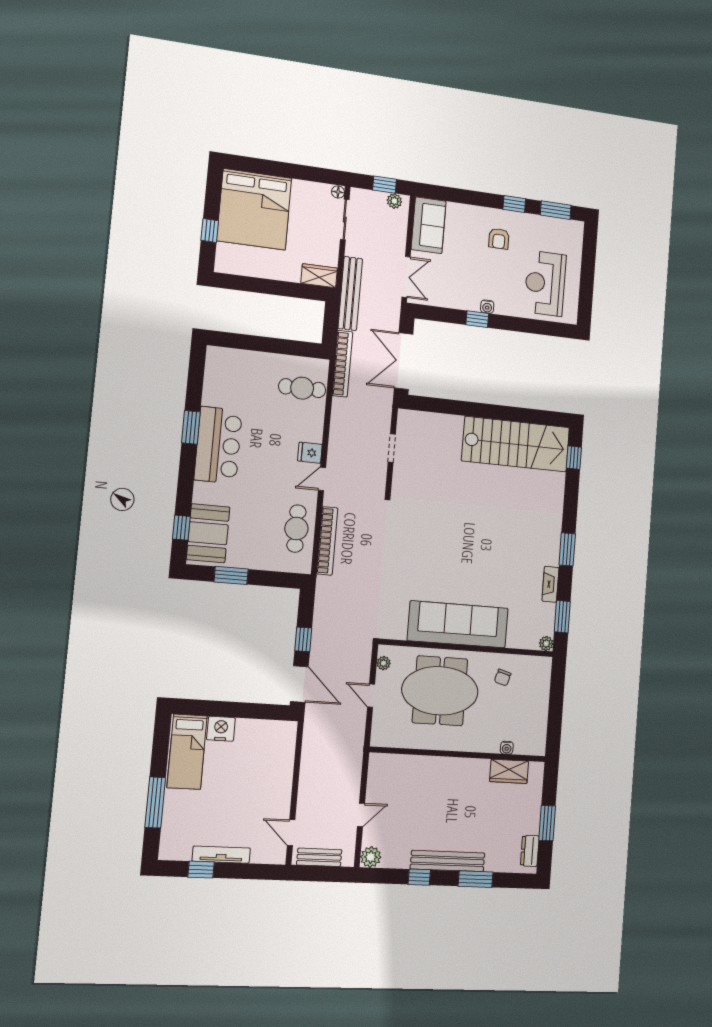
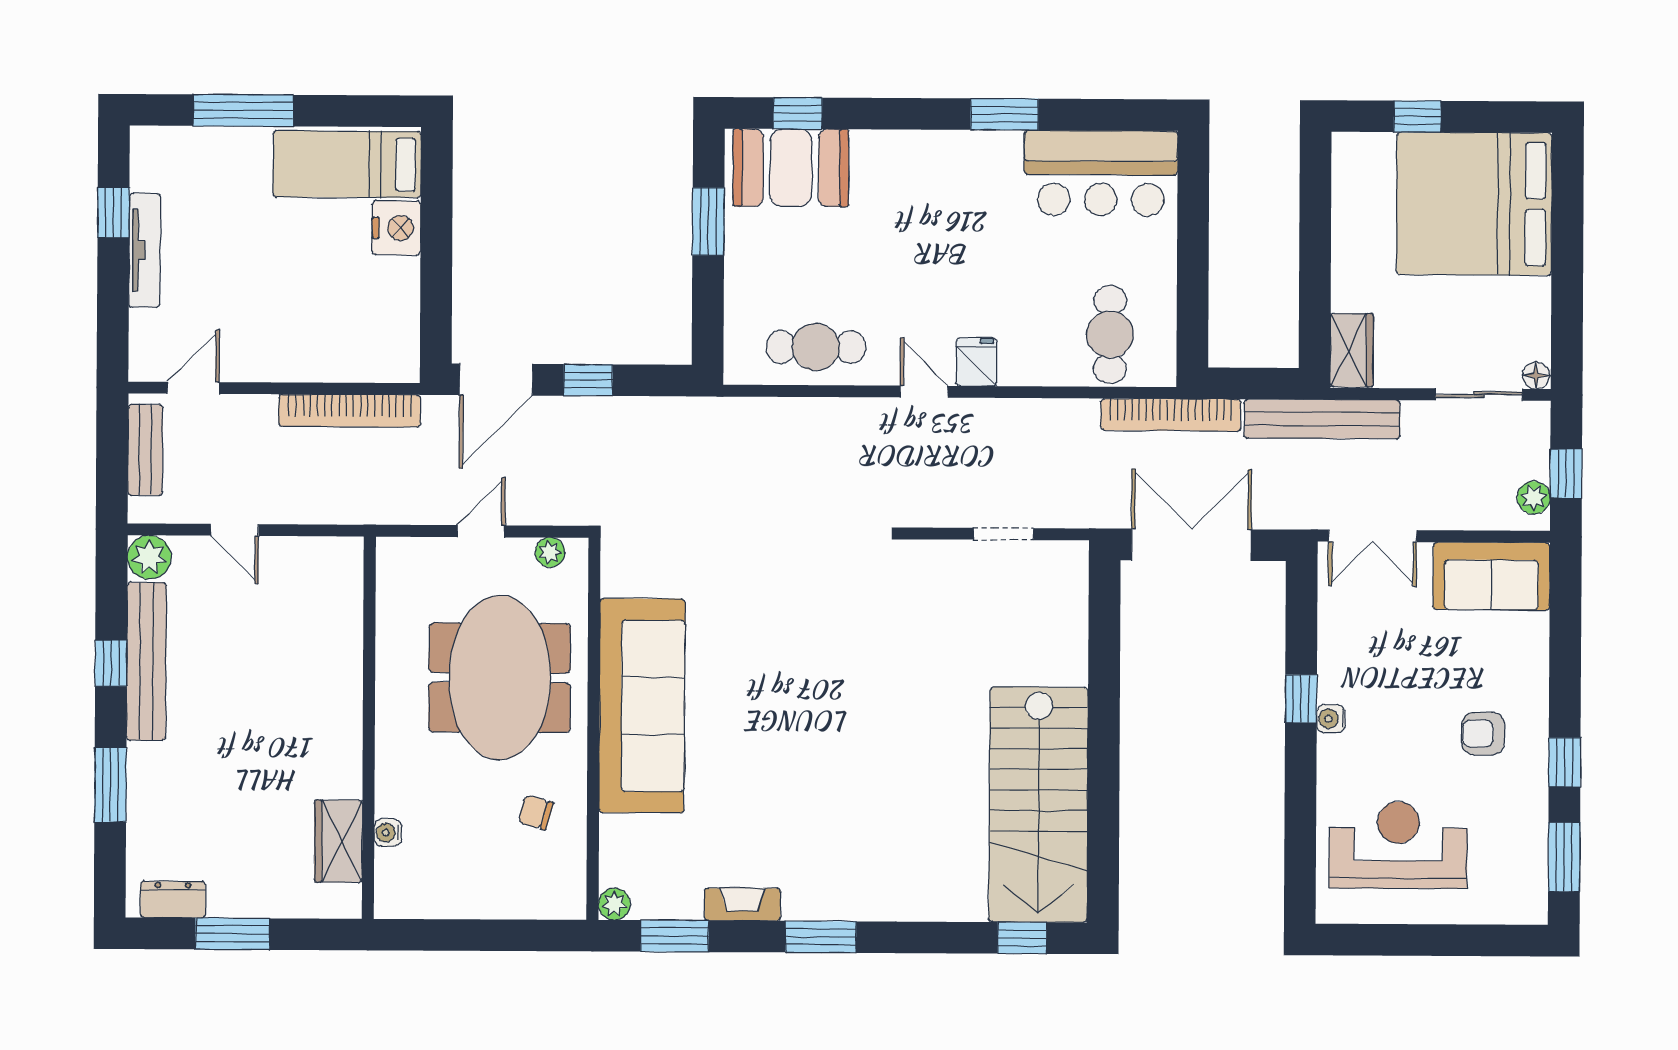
bar counter: (218, 445) -> (1101, 173), moved
bookcase: (327, 541) -> (350, 411), moved
bench: (448, 861) -> (146, 661), moved

